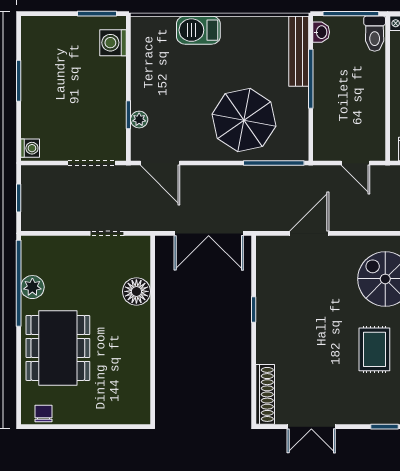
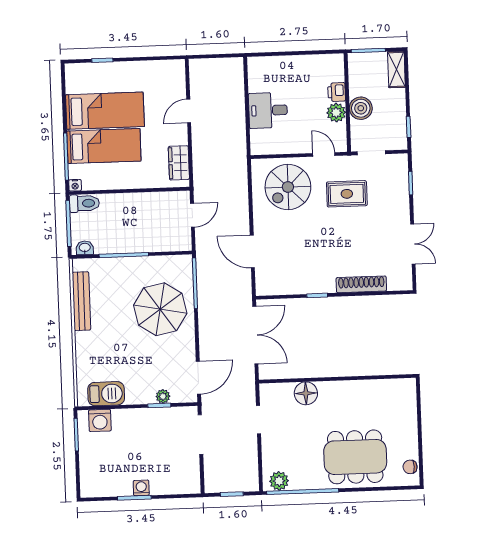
barbecue: (198, 30) -> (106, 394), moved, turned -90
bench: (299, 51) -> (81, 301), moved, turned 90
washing machine: (30, 148) -> (141, 488), moved
plant: (32, 287) -> (279, 481), moved
shoe rack: (265, 394) -> (361, 284), moved

